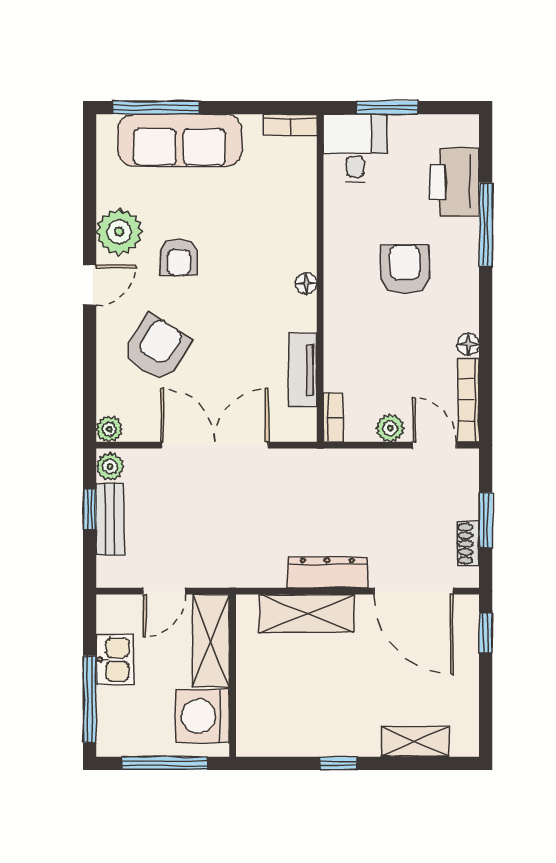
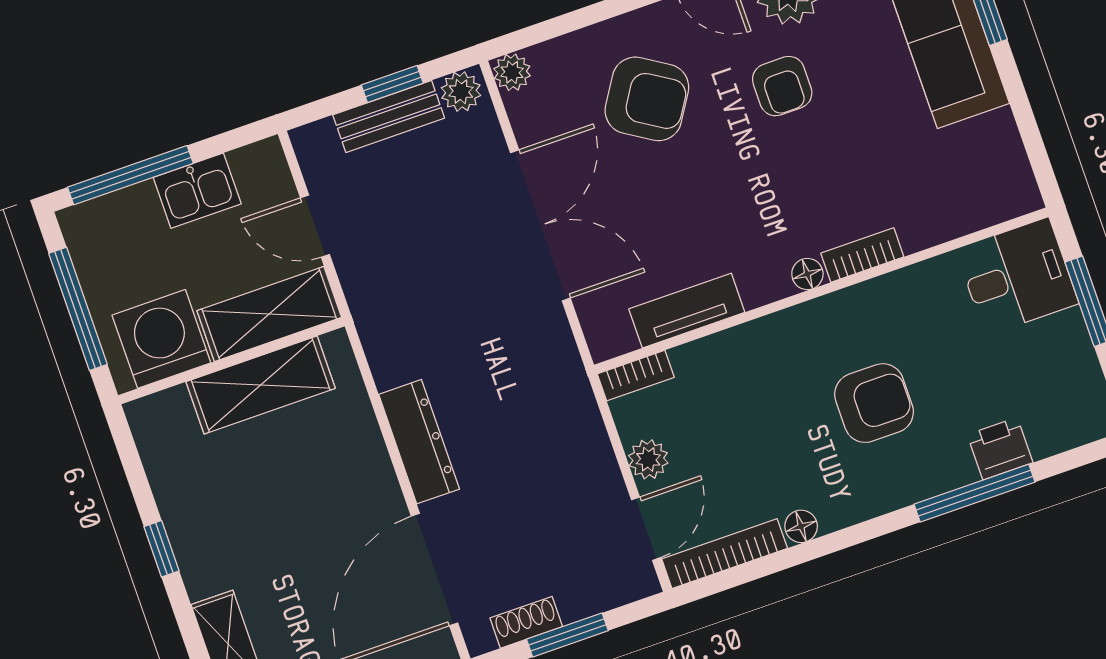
bookcase: (290, 125) -> (862, 255), moved, turned 90
printer: (455, 182) -> (1000, 449), width x0.53, depth x0.68
armchair: (179, 257) -> (782, 86), turned -90
shelving: (307, 614) -> (261, 385), moved, turned 90

